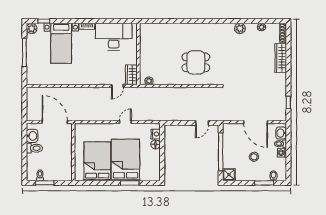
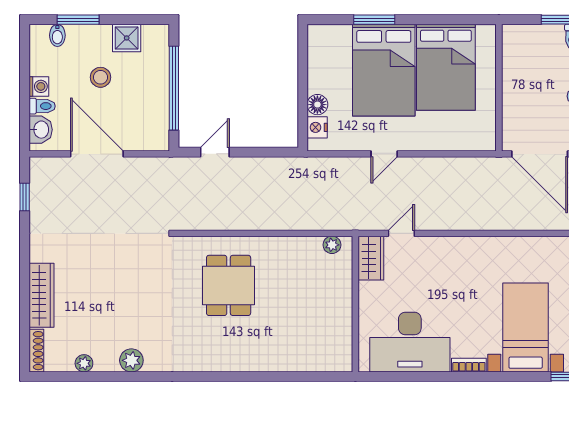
dining table: (196, 62) -> (229, 285), turned 90
shower: (229, 175) -> (127, 38), moved

